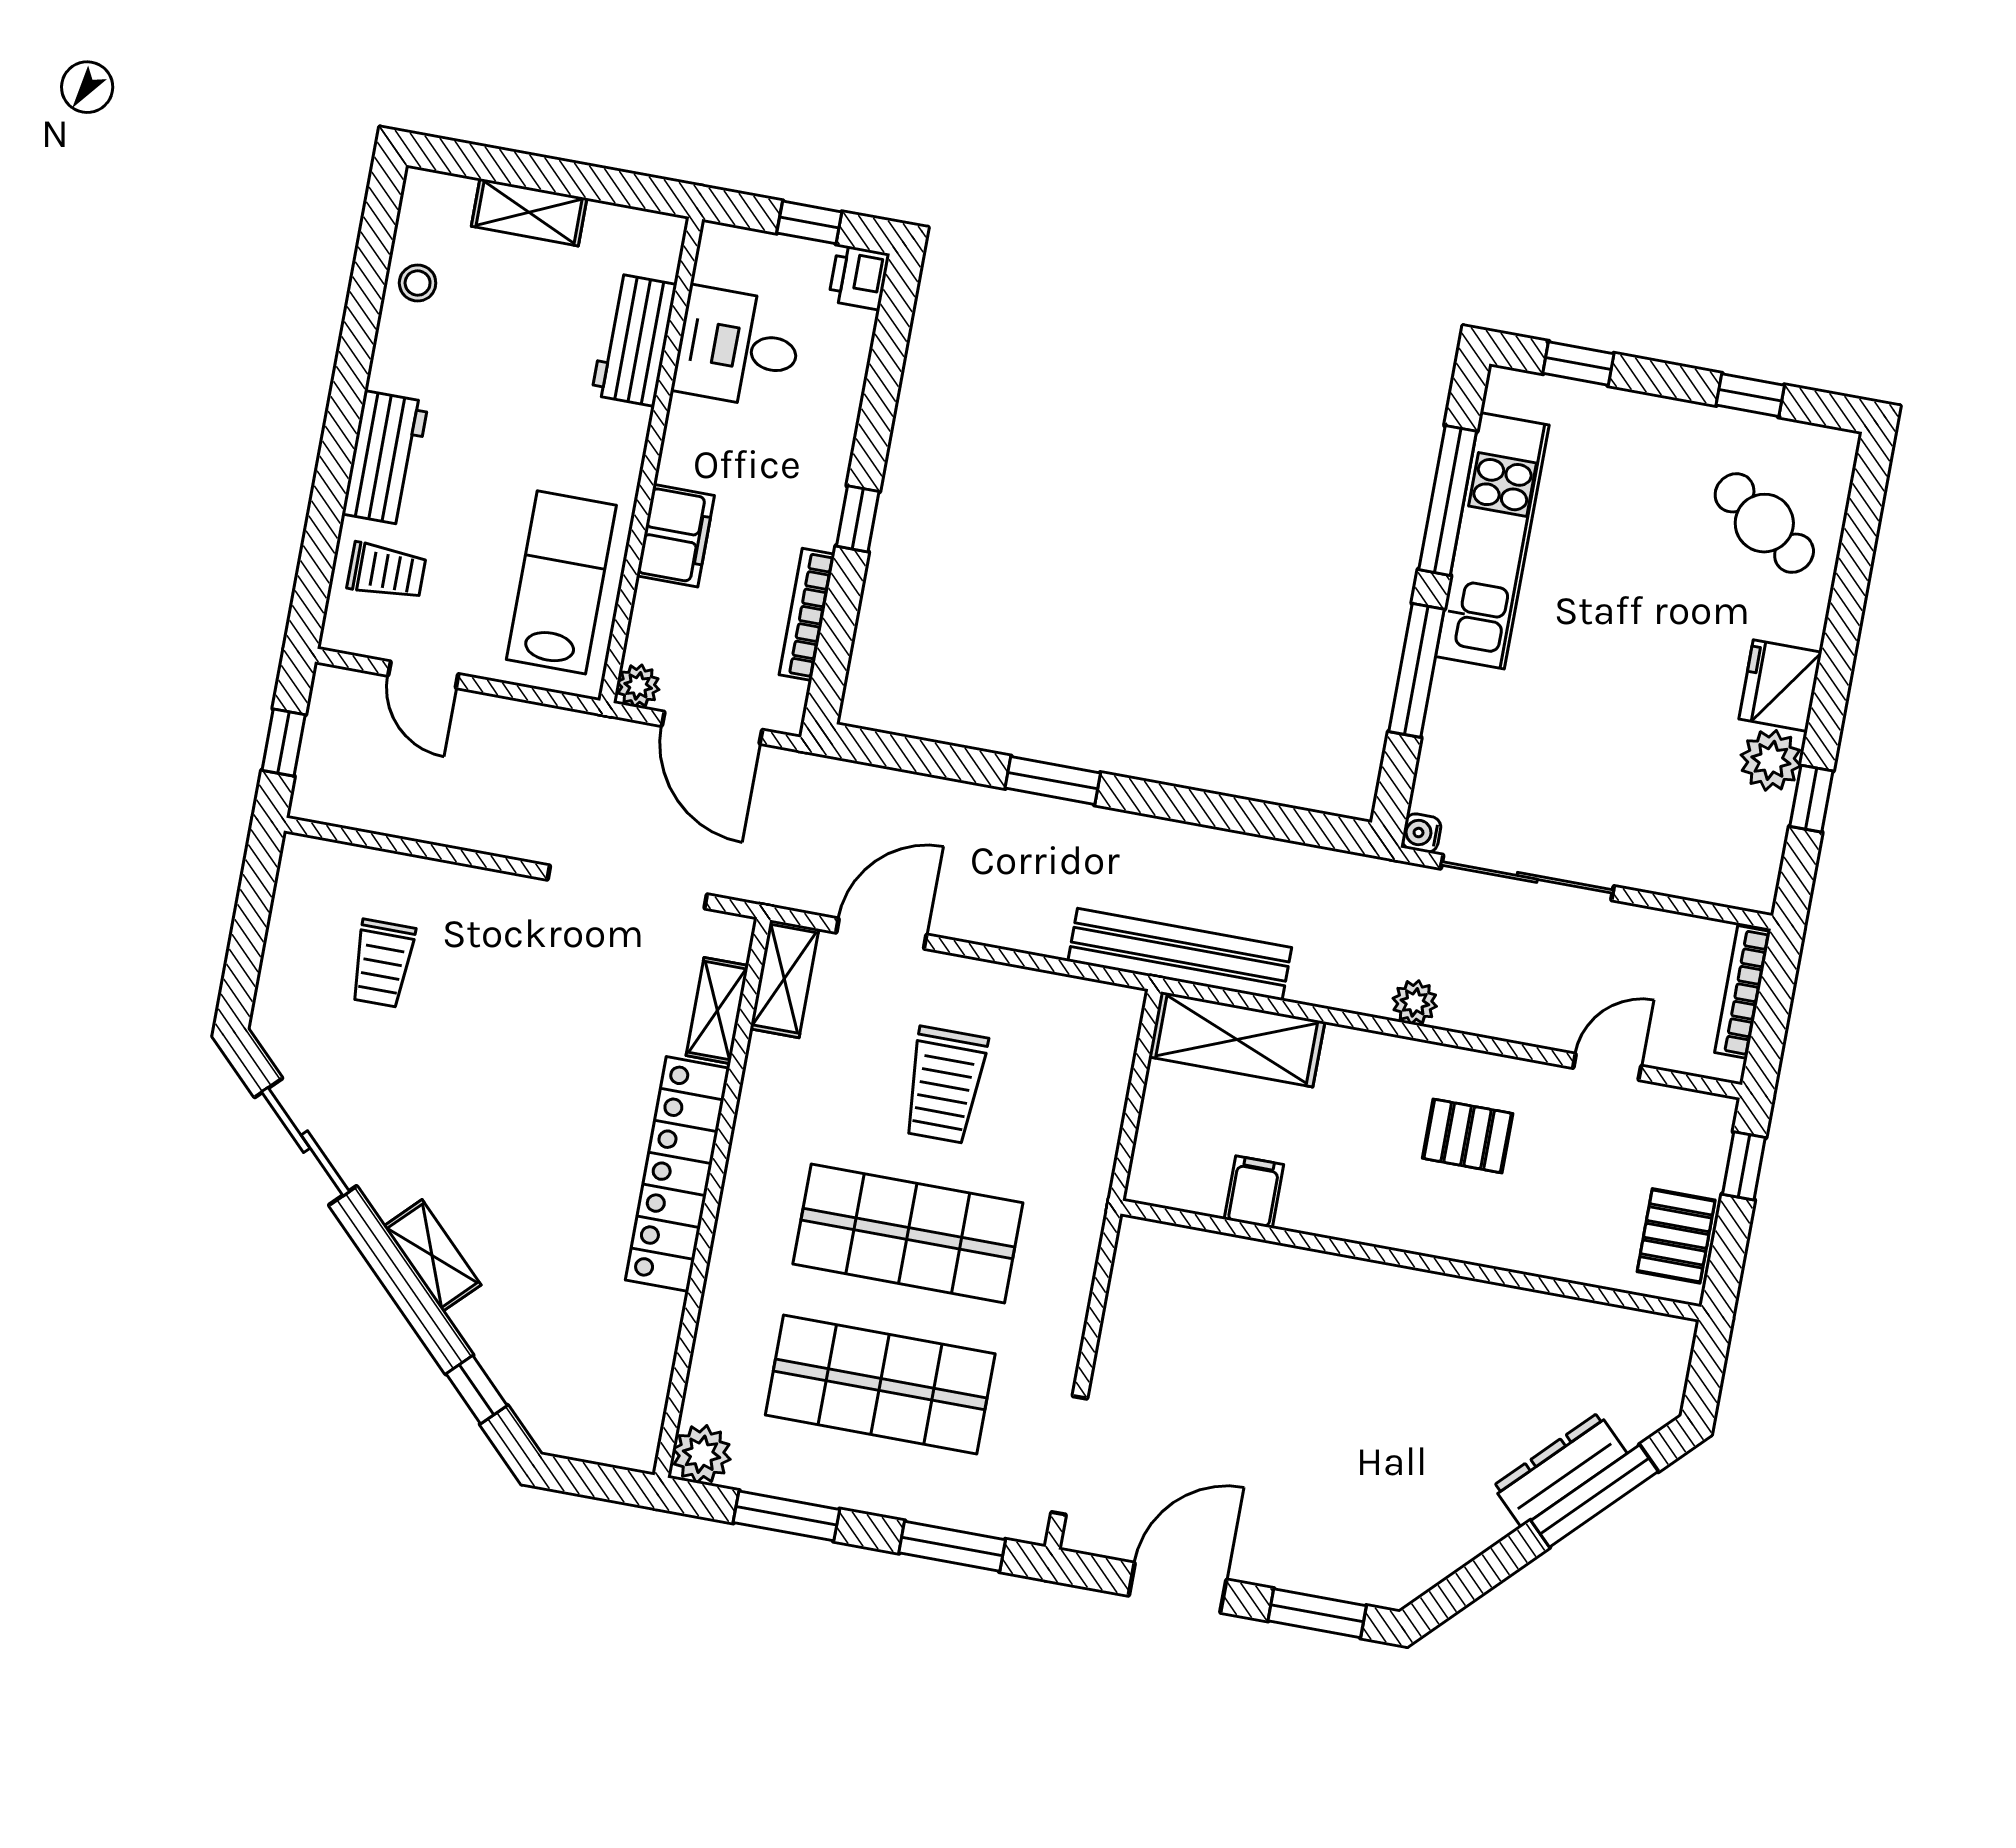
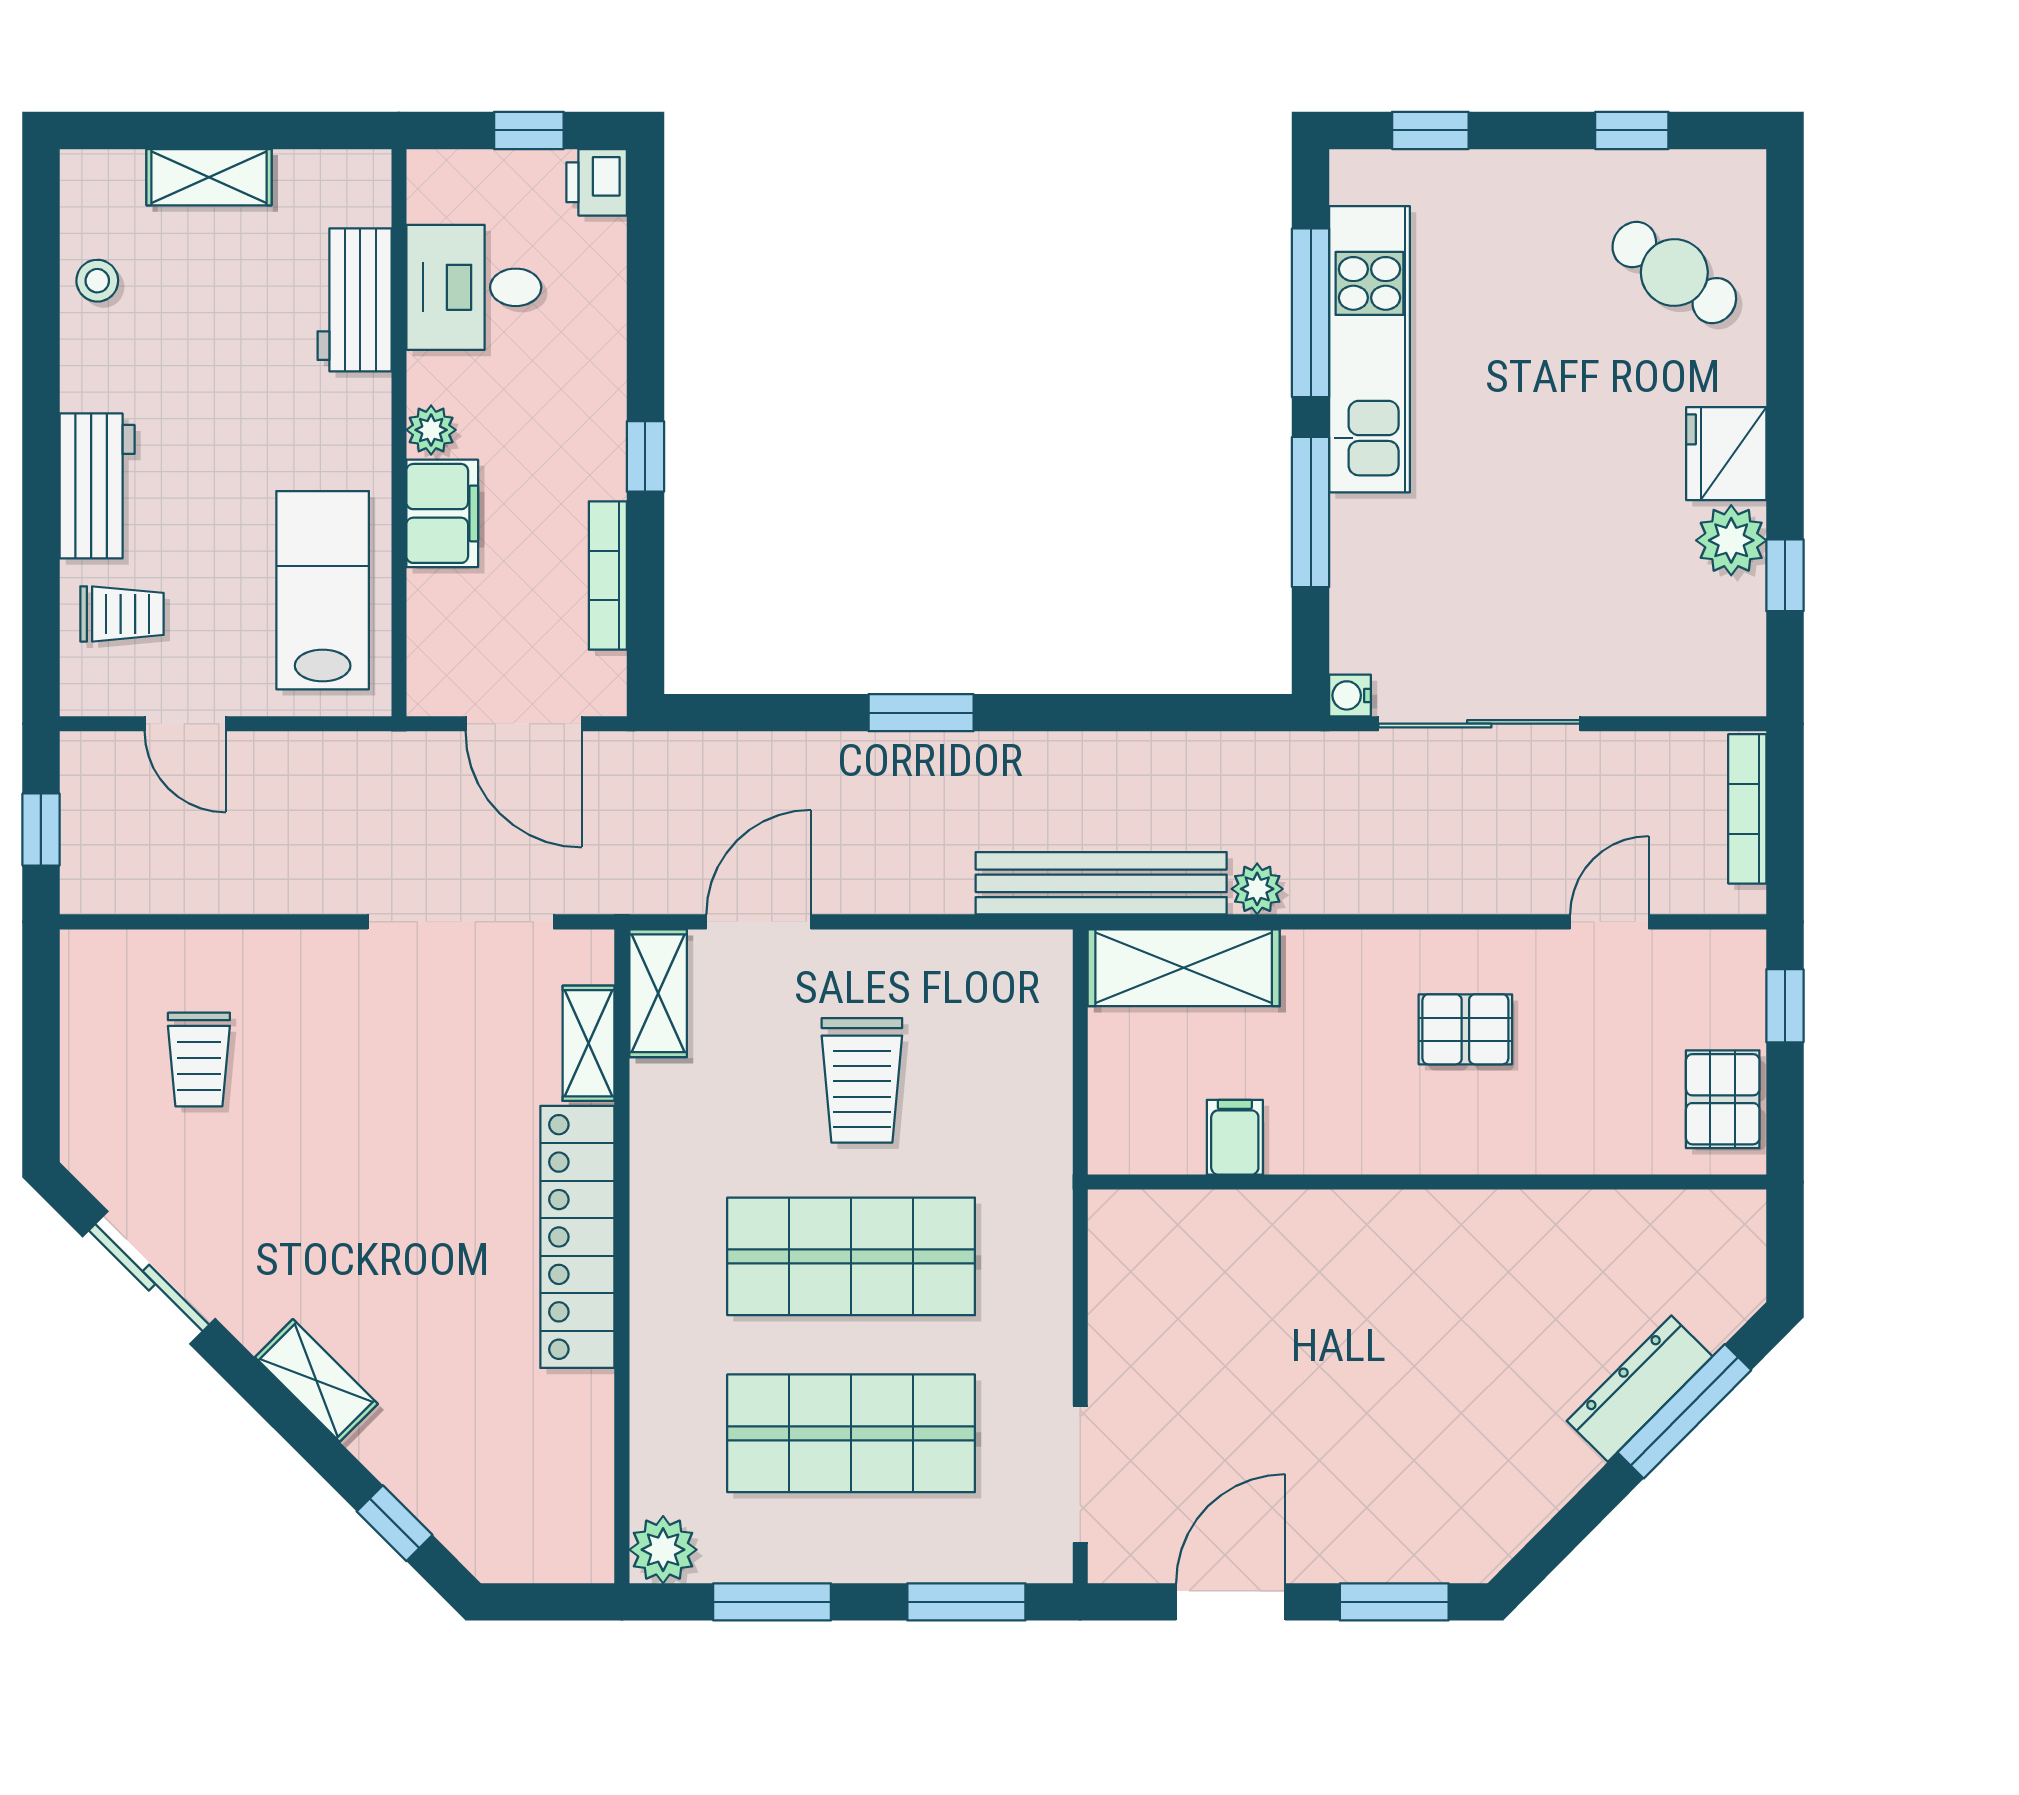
plant: (638, 686) -> (431, 430), moved
plant: (1415, 1002) -> (1257, 889), moved

